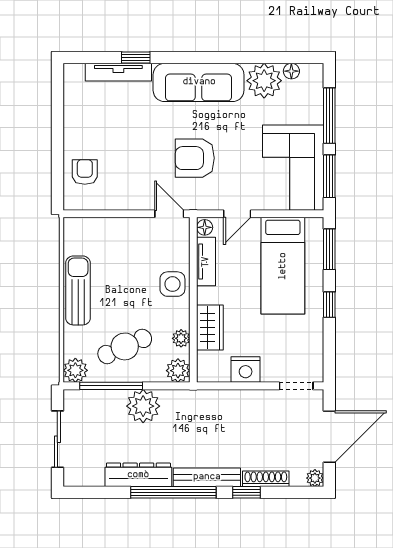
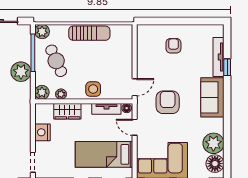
floor lamp: (291, 71) -> (215, 164), width x1.89, depth x1.89
sofa: (199, 82) -> (212, 97), width x0.73
armchair: (85, 172) -> (173, 46), moved, turned -90

